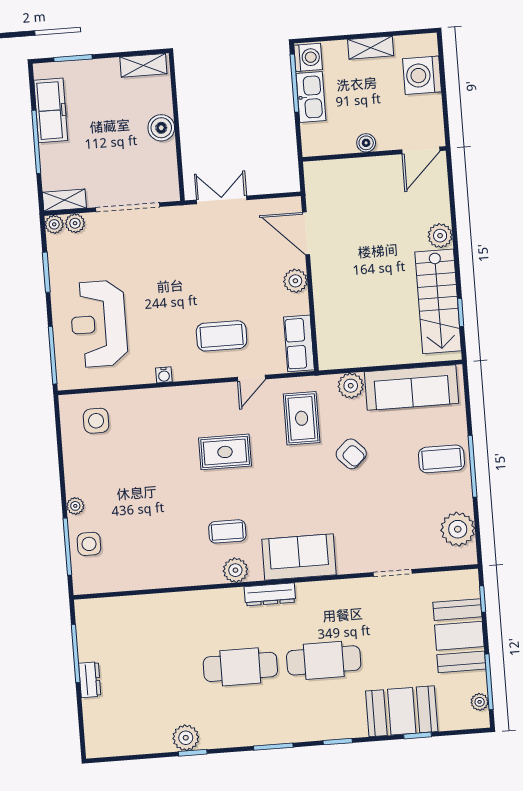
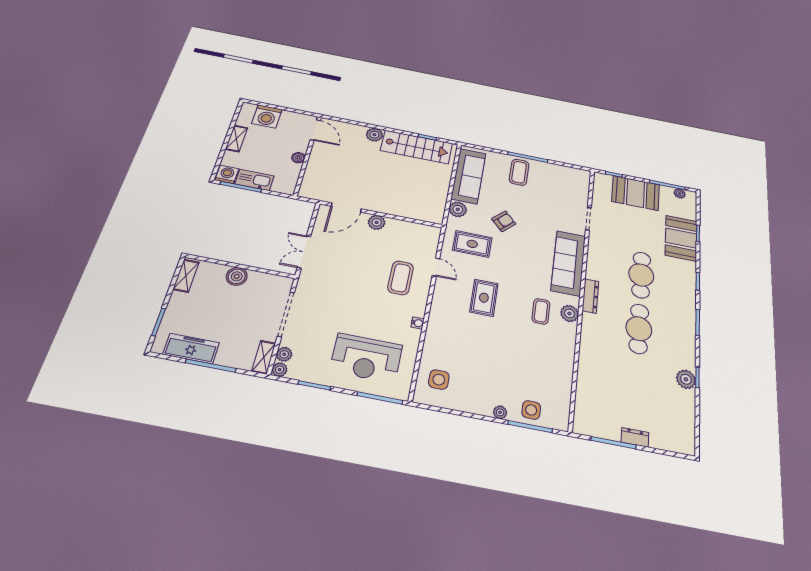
row of seats: (299, 343) -> (420, 232), removed
plant: (458, 529) -> (567, 176), removed
sofa: (299, 557) -> (568, 263), width x1.36

